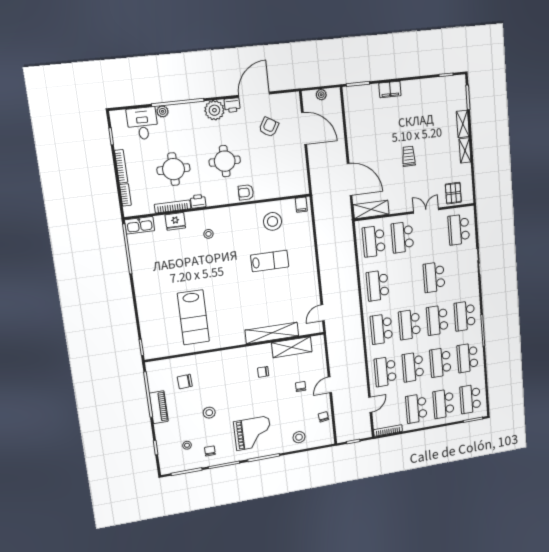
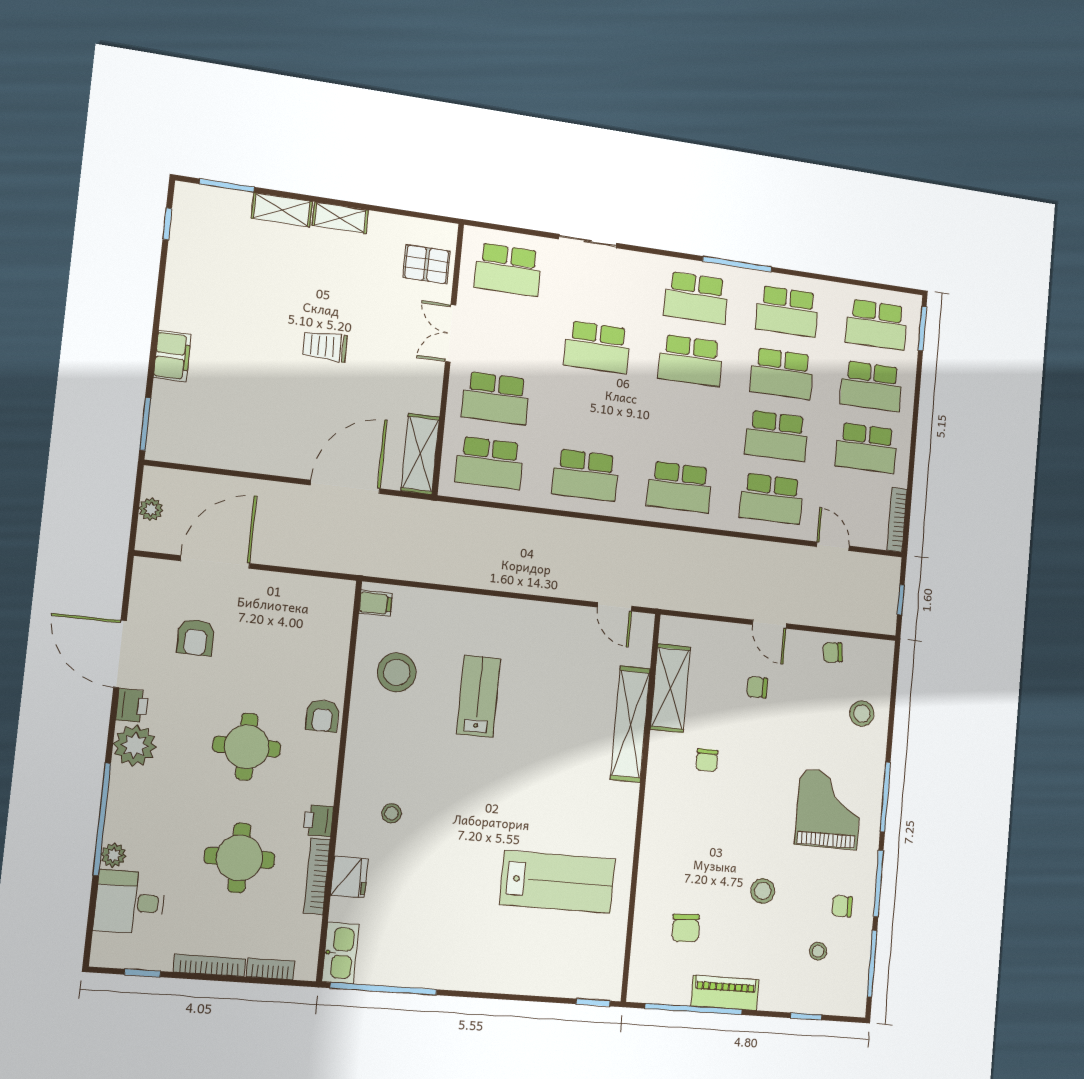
armchair: (269, 127) -> (196, 637), turned -121
school desk: (410, 325) -> (685, 424), removed

